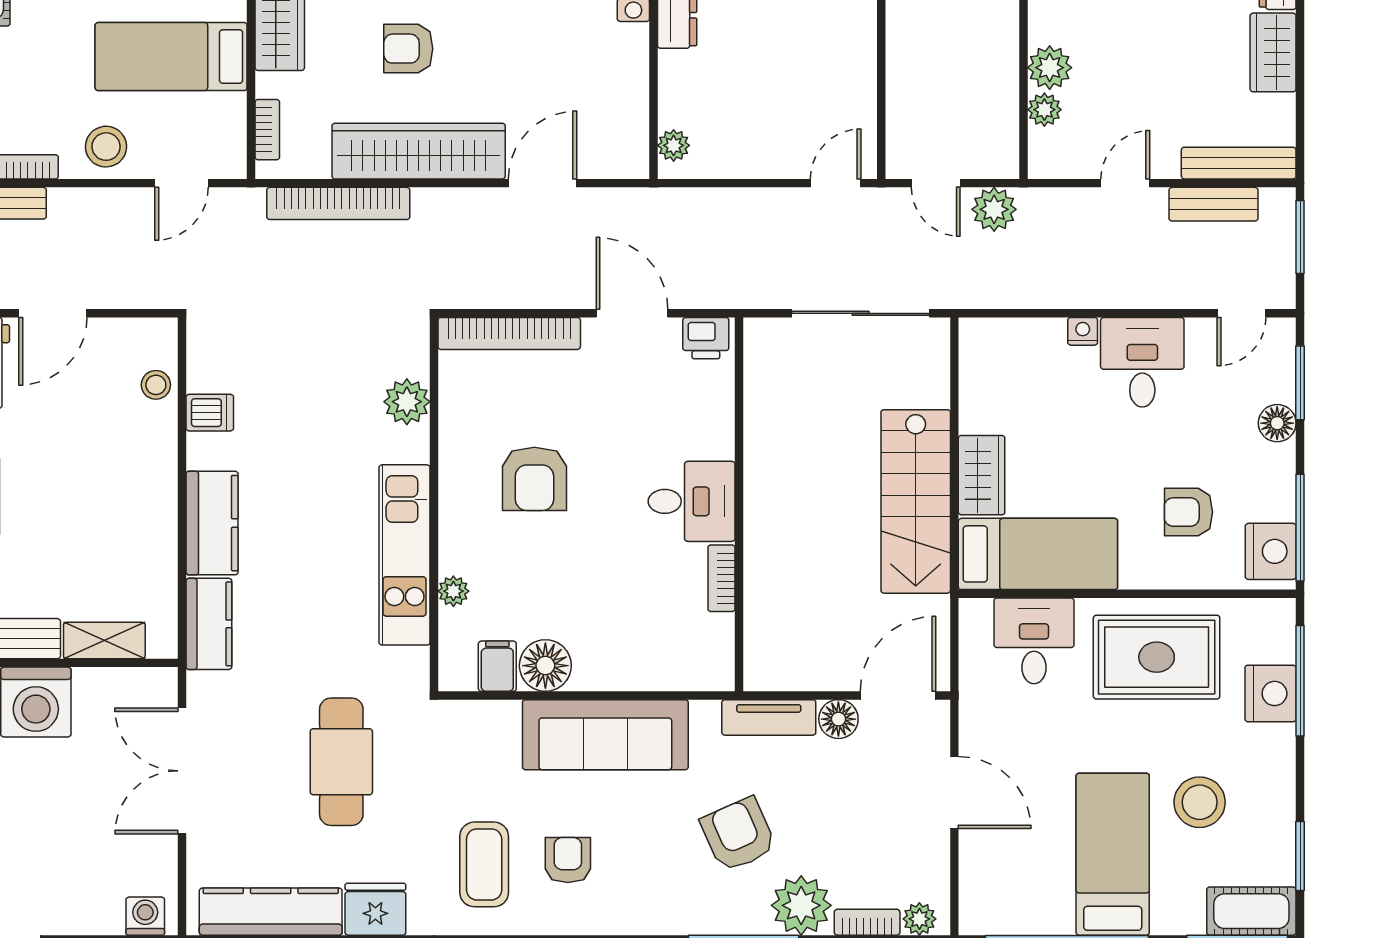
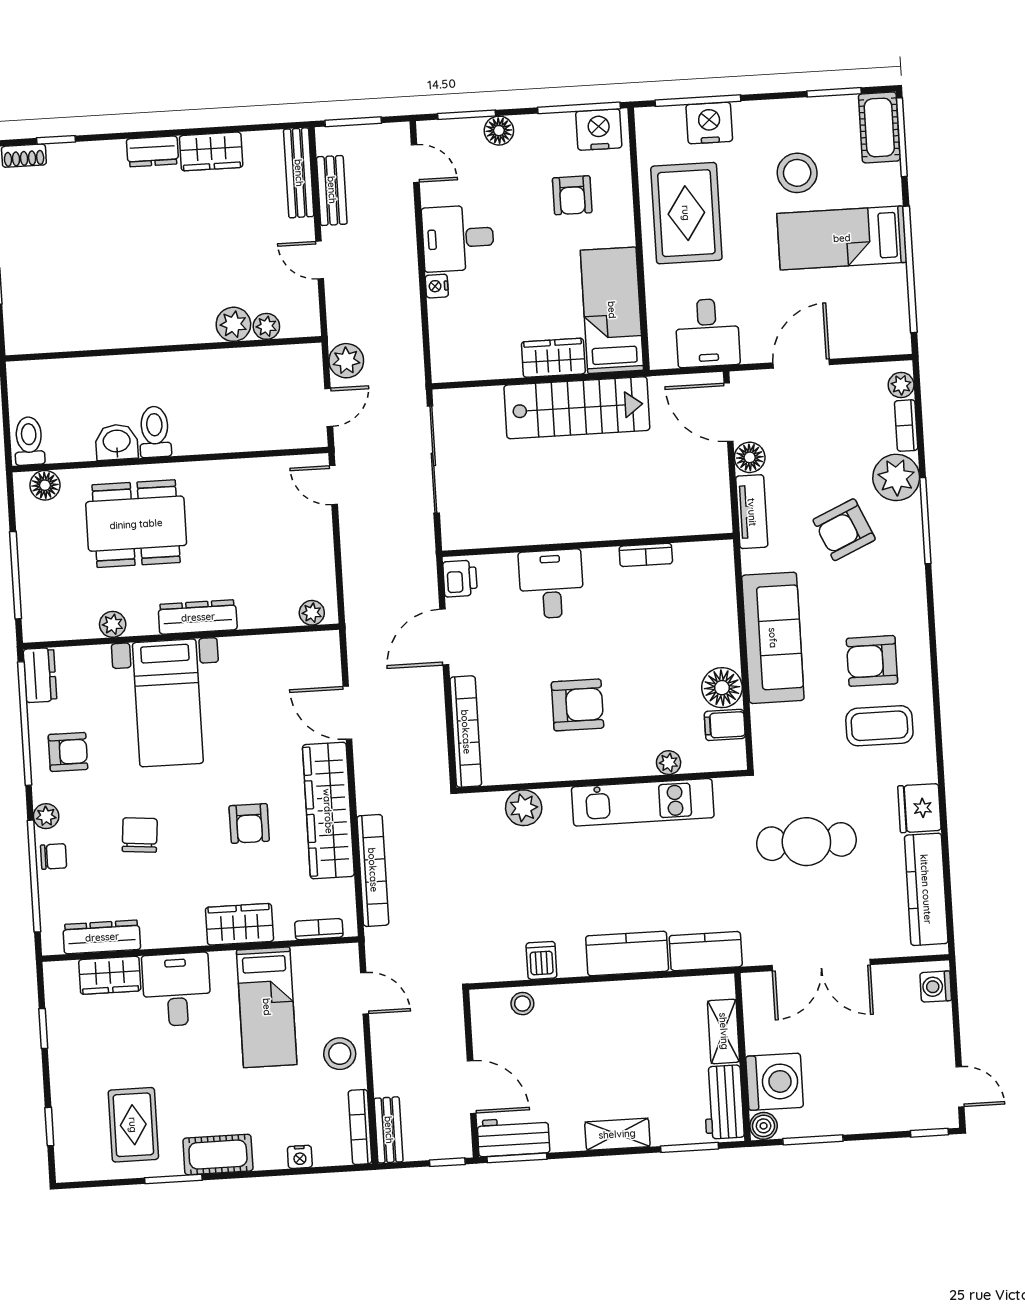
desk: (692, 501) -> (551, 584), moved
desk: (1034, 641) -> (707, 333), moved, turned -90
armchair: (568, 860) -> (872, 661), width x1.38, depth x1.38

